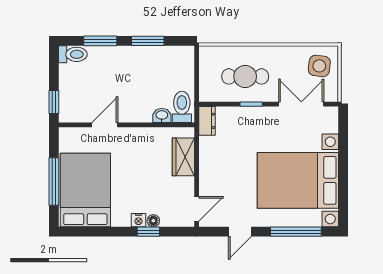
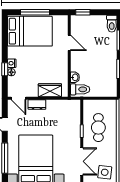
dresser: (207, 121) -> (37, 105), moved

